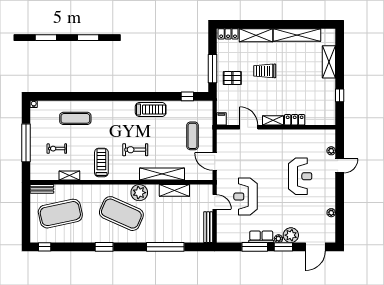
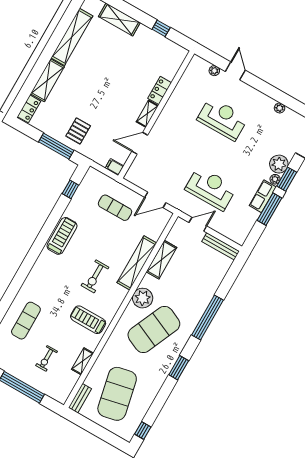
trolley: (265, 71) -> (90, 93), removed
reception desk: (246, 196) -> (211, 188), turned 180
window: (165, 247) -> (207, 317), moved

